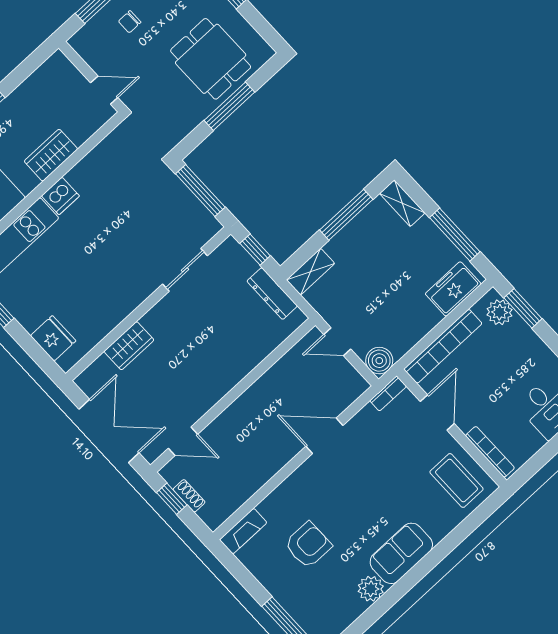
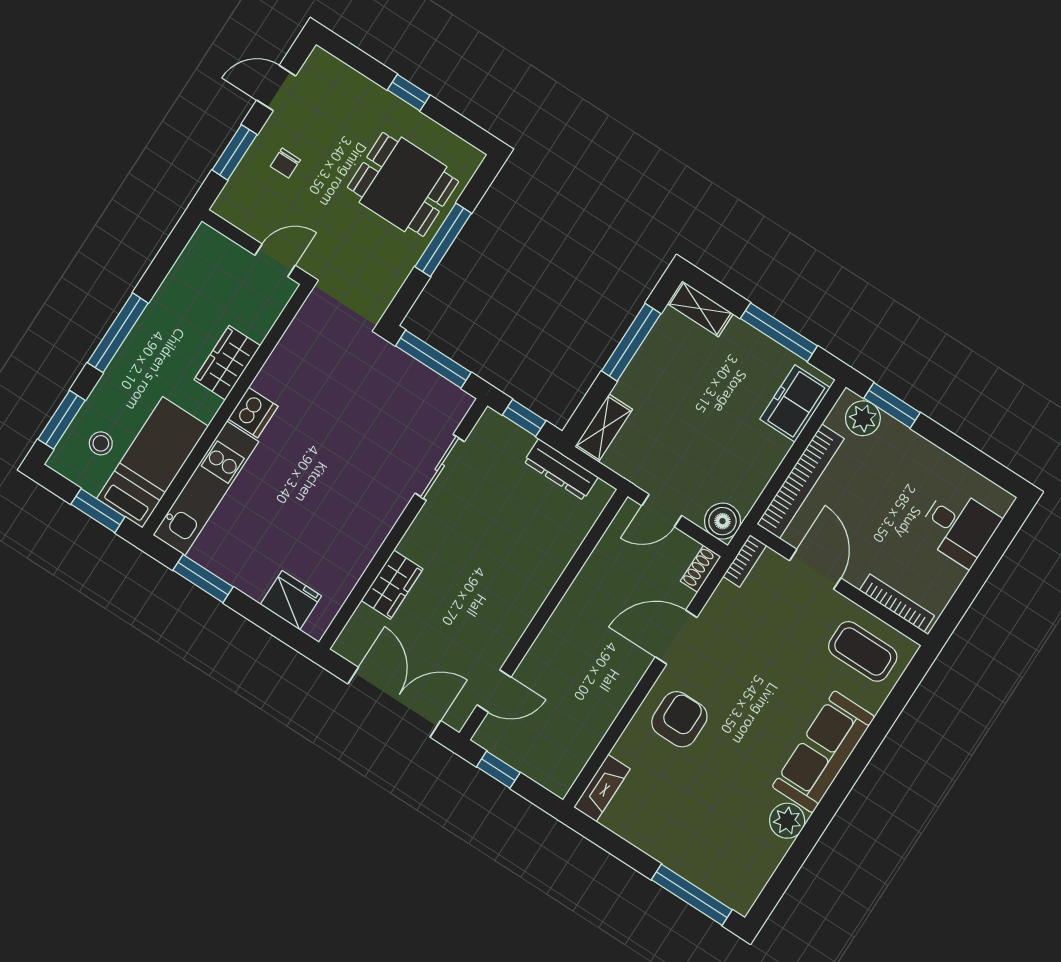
shoe rack: (189, 496) -> (701, 569), moved, turned -90
armchair: (308, 545) -> (679, 719), moved
sofa: (401, 553) -> (823, 752), width x1.36

